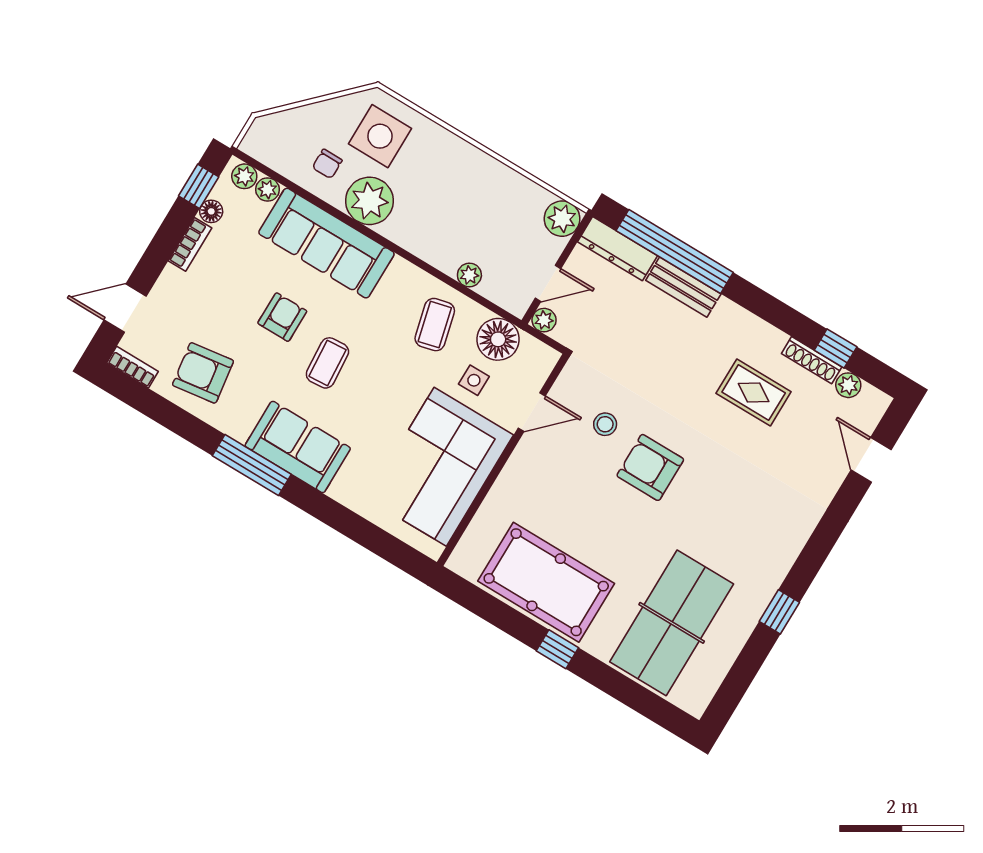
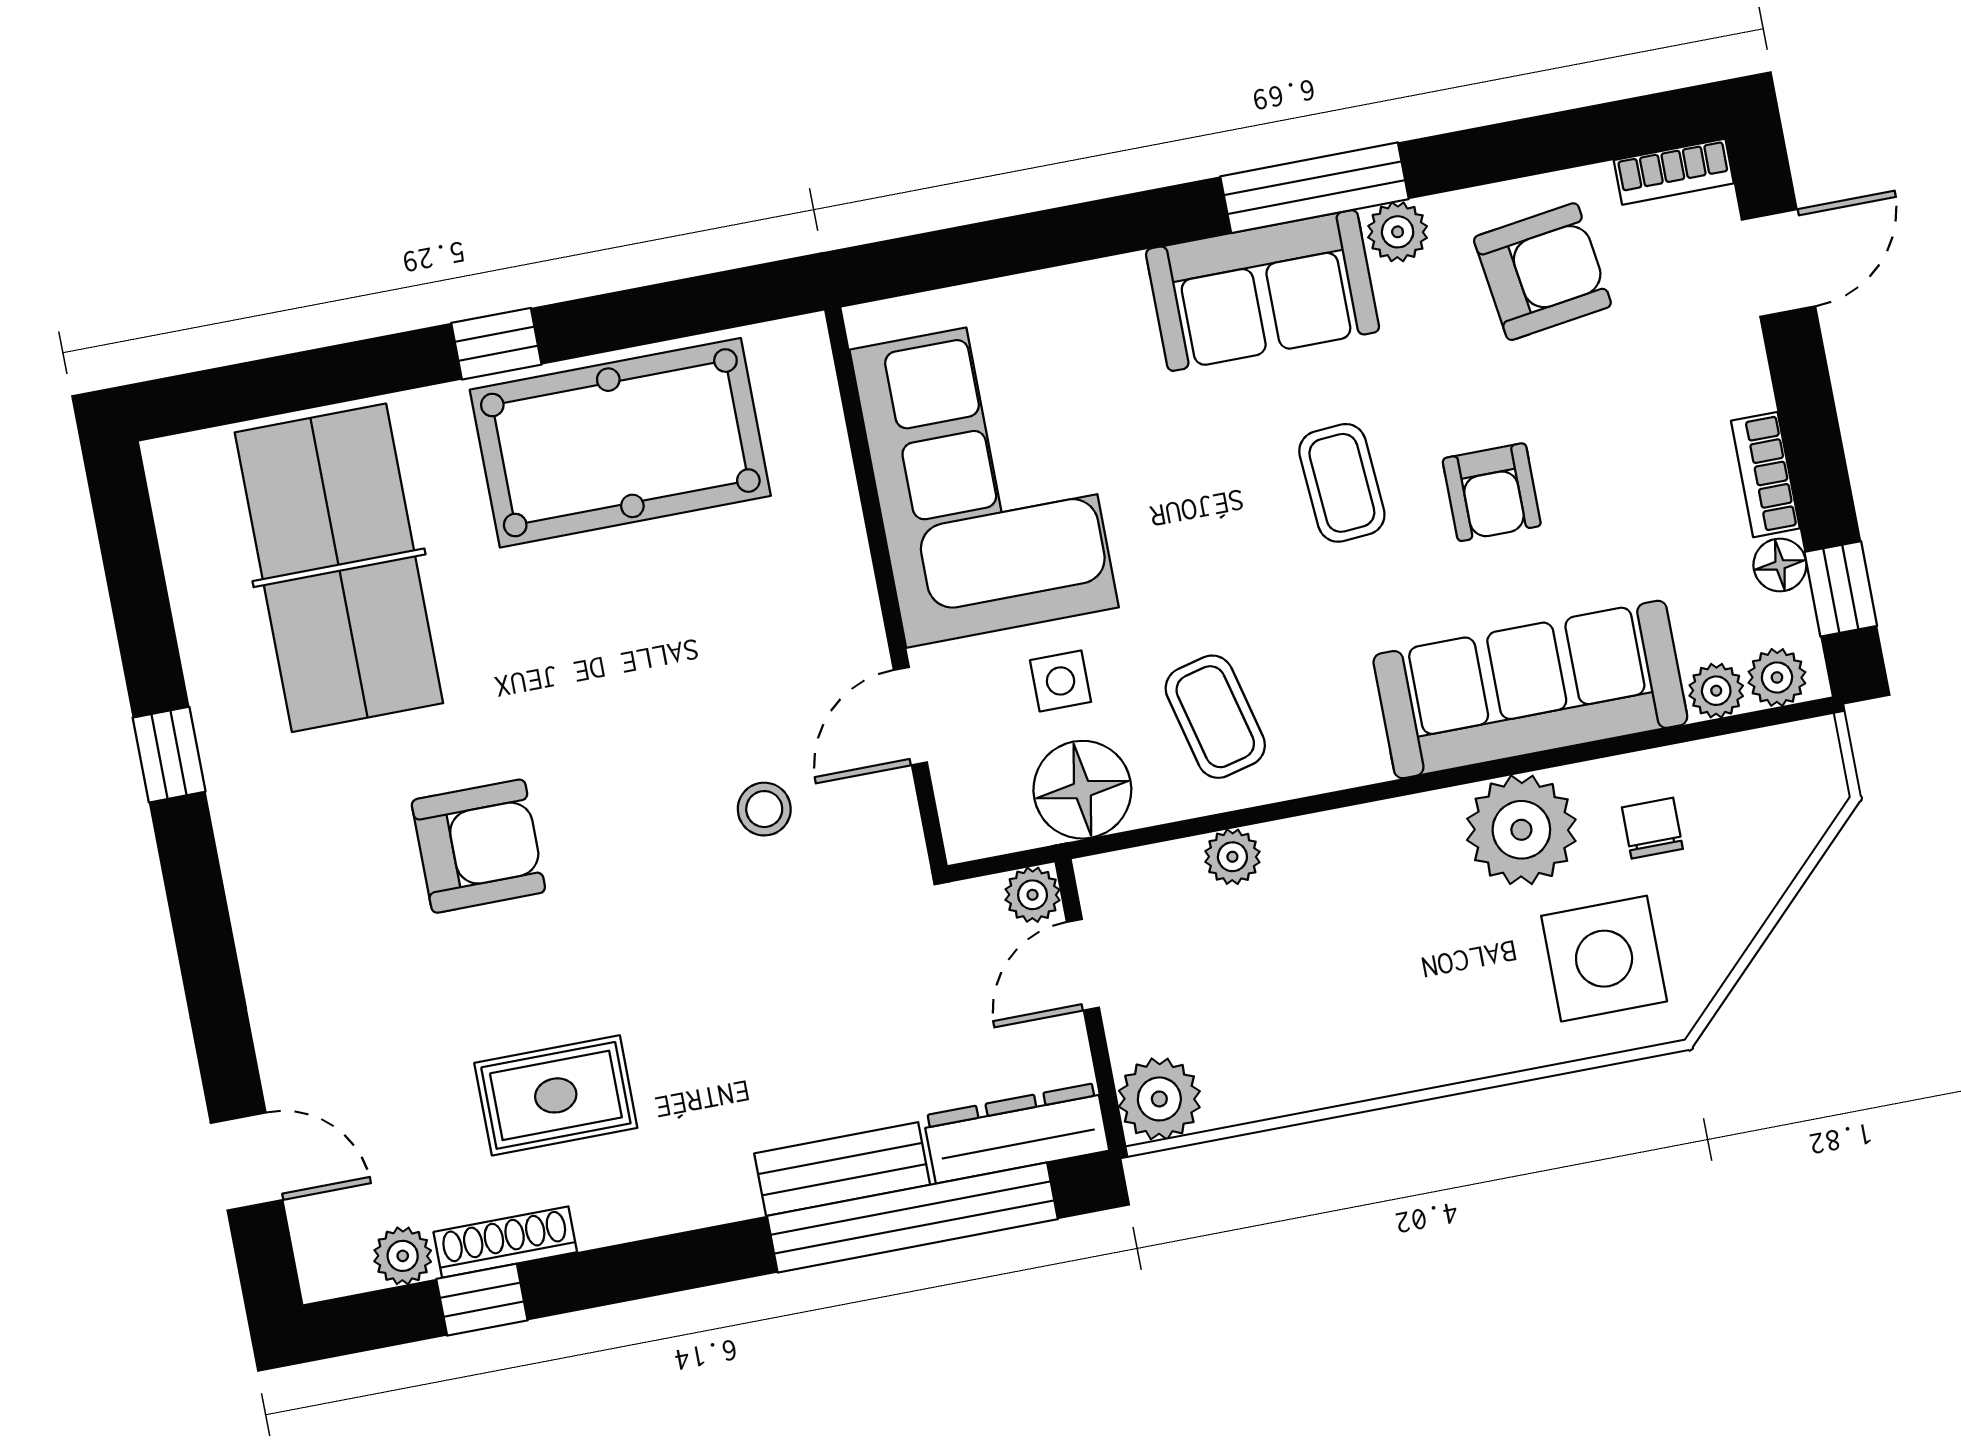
plant: (238, 427) -> (1398, 232), added
armchair: (650, 467) -> (478, 846), moved

